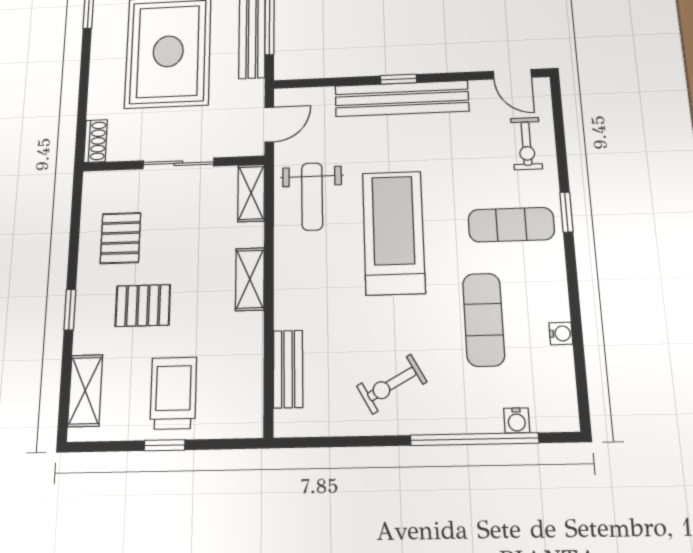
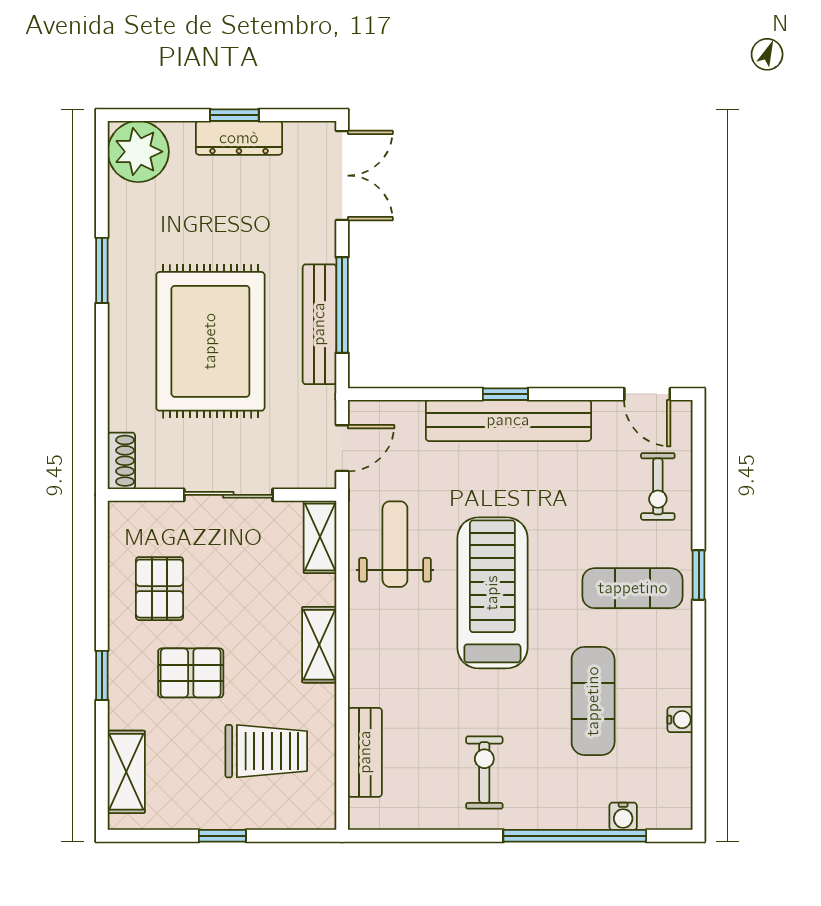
weight bench: (312, 196) -> (395, 544), turned 180
exercise bike: (392, 384) -> (484, 773), turned 119
trolley: (173, 393) -> (266, 751), moved, turned 90

